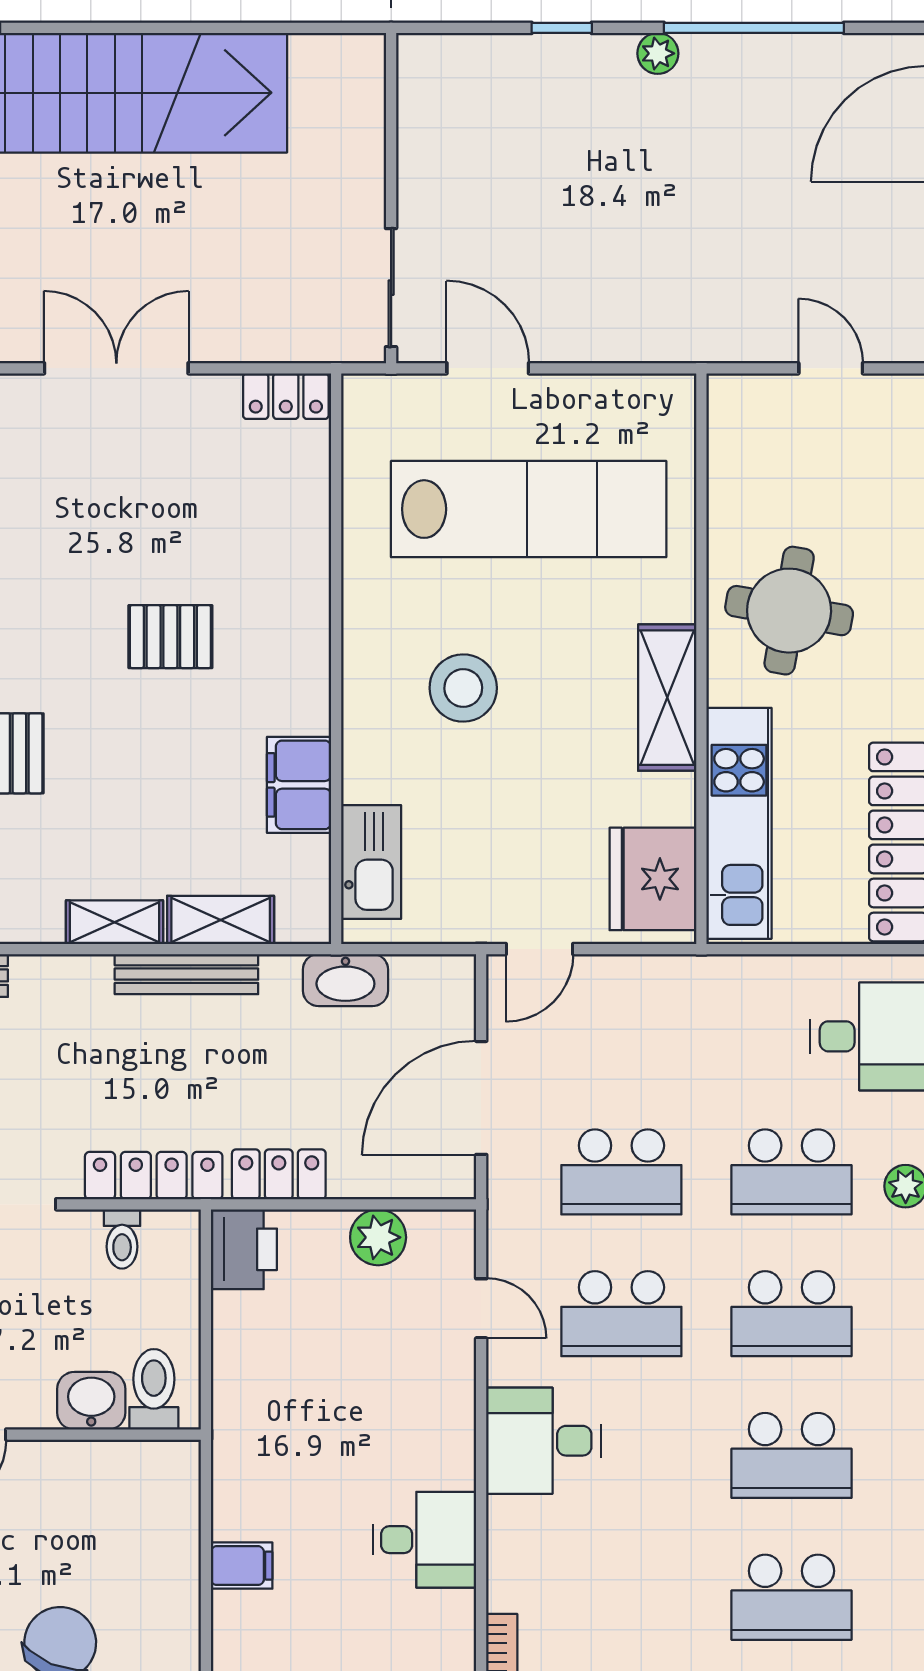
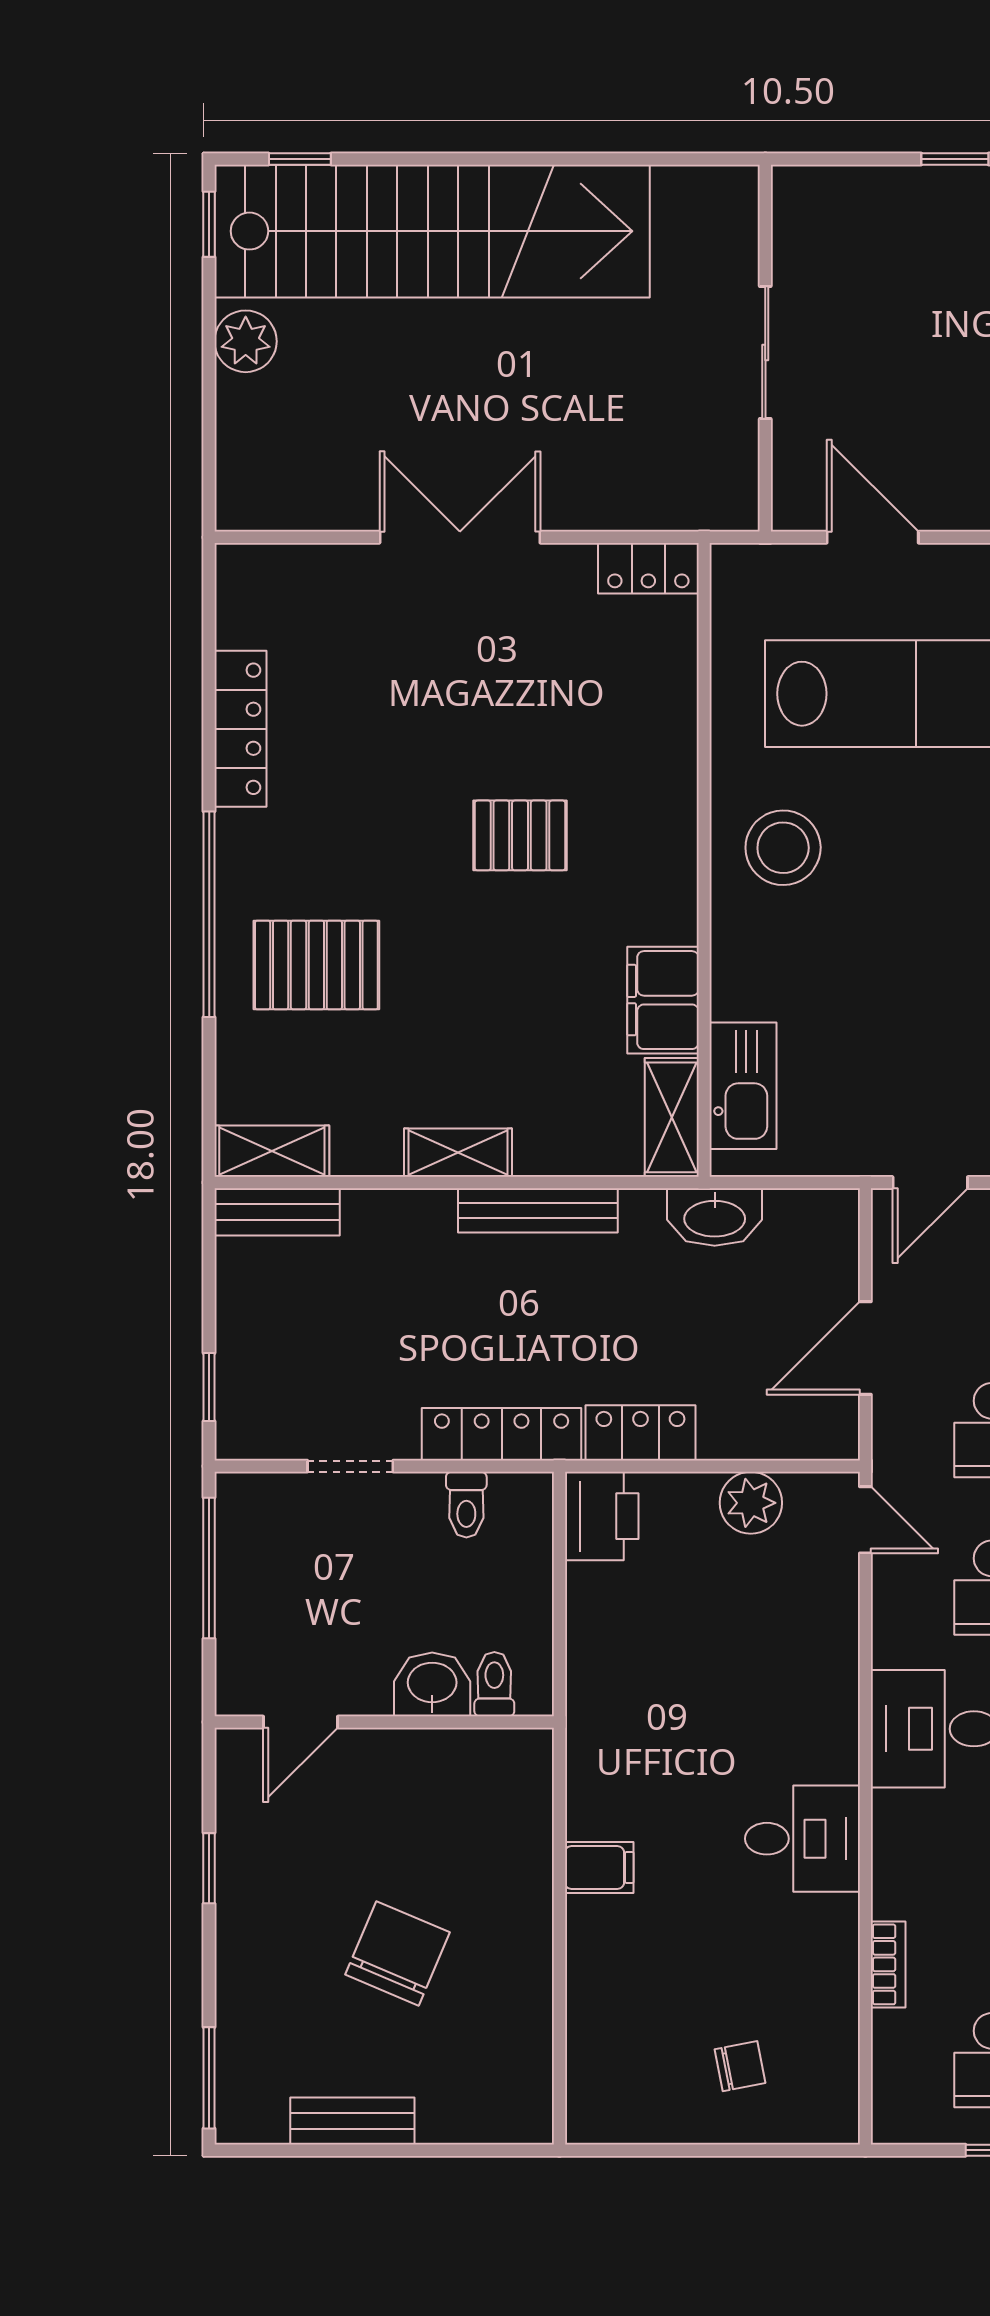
sliding door: (391, 288) -> (765, 353), moved
stool: (463, 688) -> (783, 848), moved
shelving: (221, 920) -> (672, 1117), moved, turned 90
door: (481, 1098) -> (865, 1348), width x0.73
door: (481, 1308) -> (865, 1520), moved
toilet: (154, 1389) -> (494, 1684), width x0.73, depth x0.72

